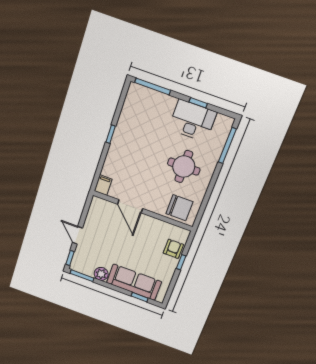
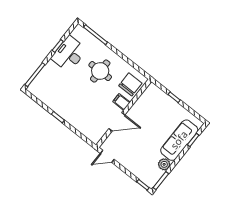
filing cabinet: (103, 185) -> (121, 102), moved
door: (77, 235) -> (107, 156), moved
armchair: (173, 249) -> (161, 100), removed

